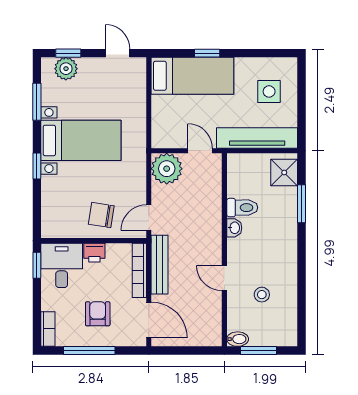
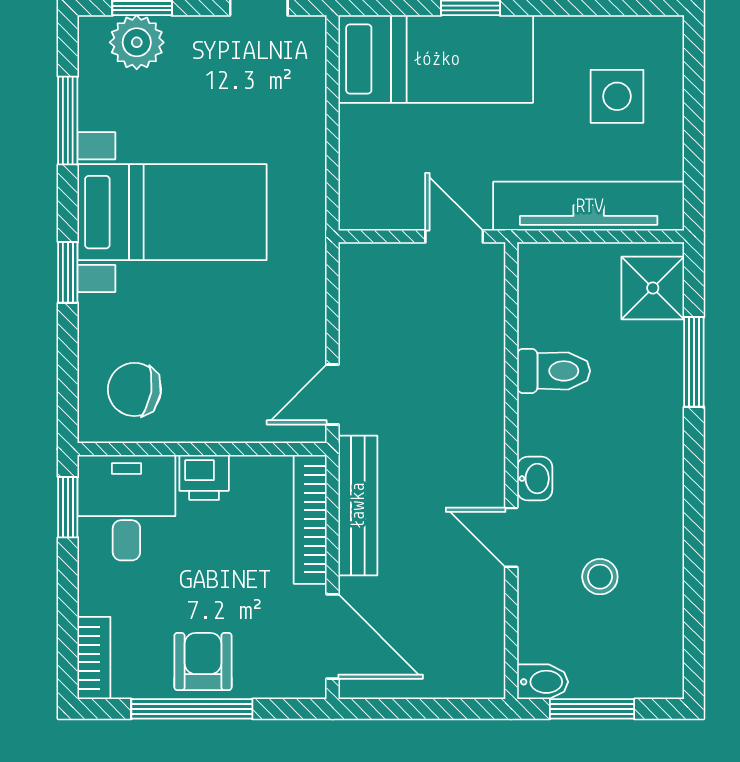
plant: (167, 169) -> (375, 279), removed
chair: (101, 215) -> (134, 389), moved
washbasin: (234, 228) -> (535, 479), moved
armchair: (98, 314) -> (203, 662), moved

